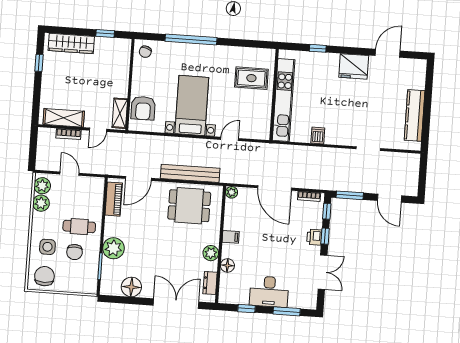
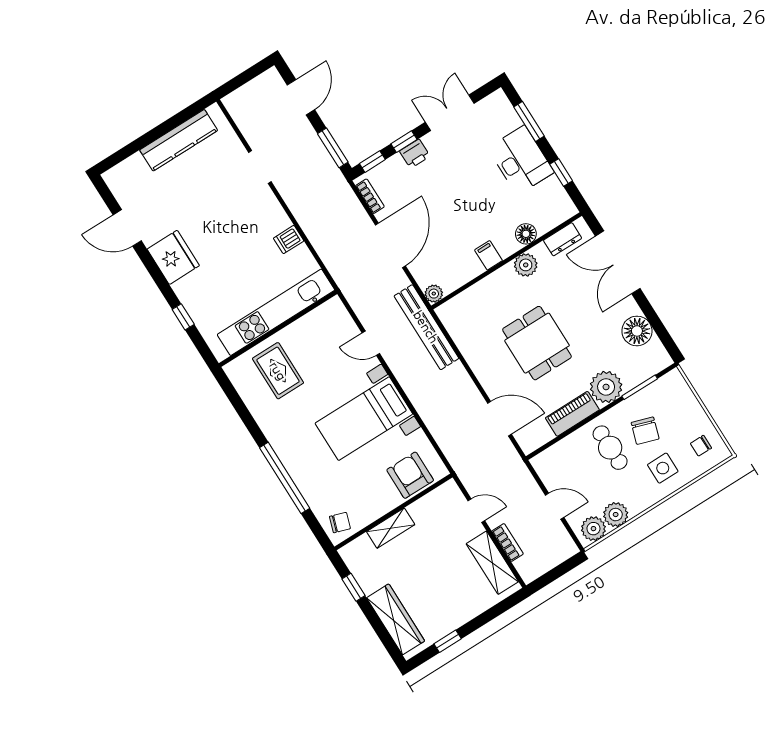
armchair: (143, 108) -> (410, 475), turned -90
shelving: (120, 113) -> (391, 528), moved
bench: (190, 173) -> (426, 327), moved
door: (70, 174) -> (555, 506), swing flipped
piano: (114, 199) -> (572, 414), moved
dining table: (189, 206) -> (537, 343), moved
chair: (75, 252) -> (645, 431), turned 108
chair: (44, 276) -> (701, 446), width x0.54, depth x0.54

